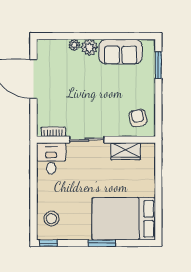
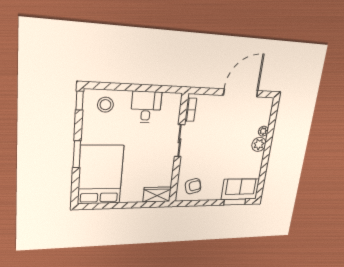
sofa: (121, 52) -> (240, 189), moved, turned 90
wardrobe: (126, 151) -> (157, 194), moved, turned 90
desk: (51, 158) -> (146, 107), moved, turned -90

